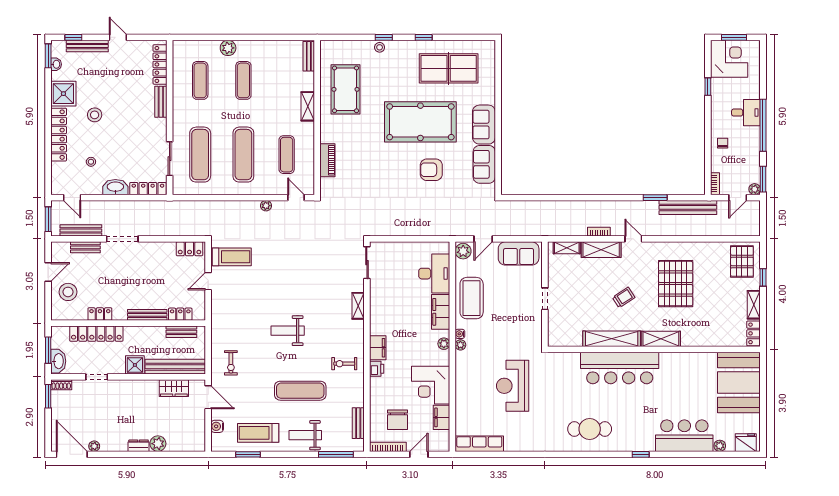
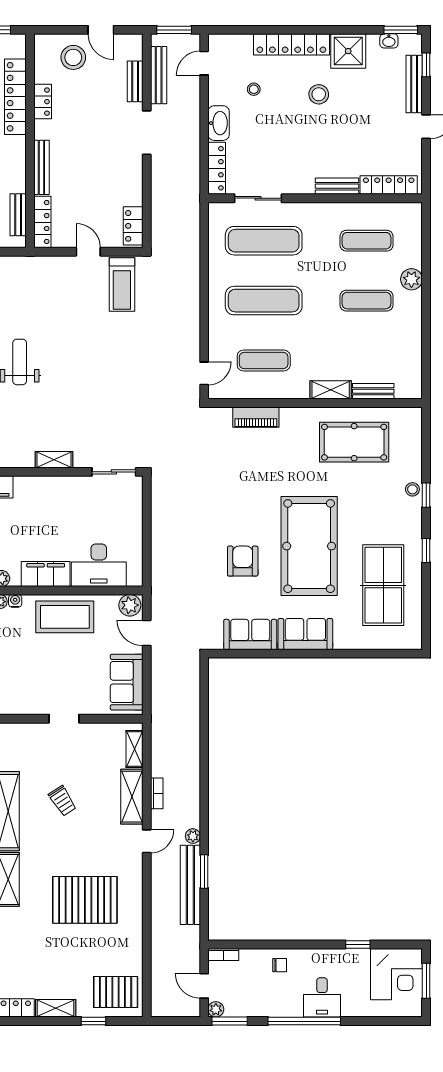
bench: (309, 56) -> (373, 391), moved
plant: (266, 206) -> (193, 836), moved
bench: (688, 207) -> (190, 885), moved
trolley: (624, 297) -> (62, 801), moved
locker: (180, 314) -> (42, 222), width x1.53

